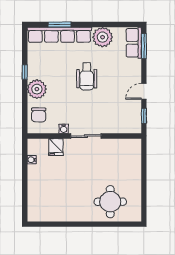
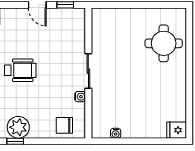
plant: (37, 89) -> (18, 127), moved
chair: (39, 115) -> (64, 125), turned 180
fridge: (56, 147) -> (177, 130), moved, turned 180

